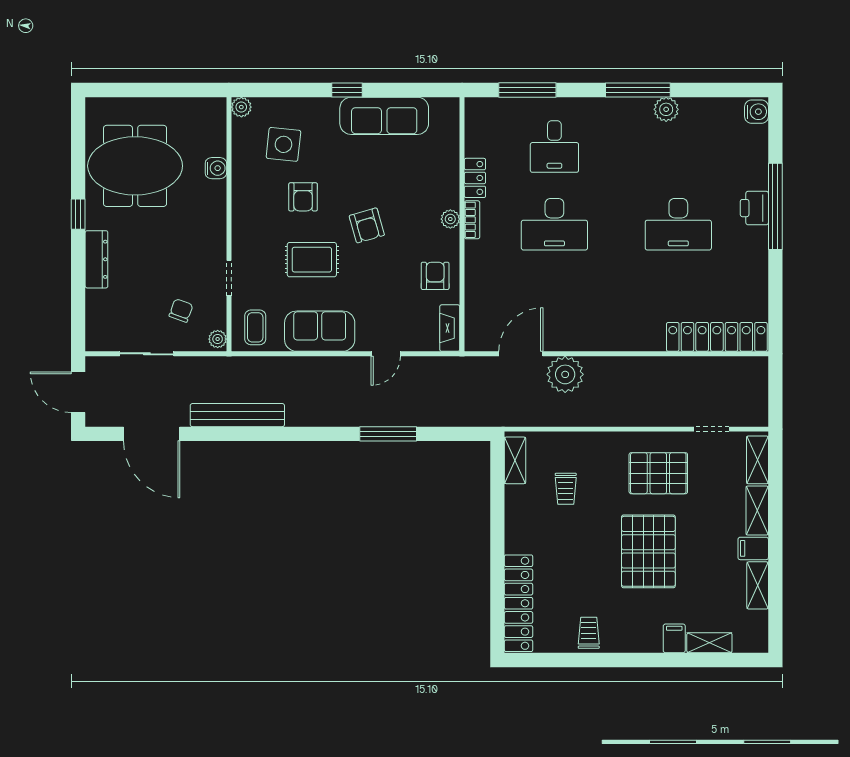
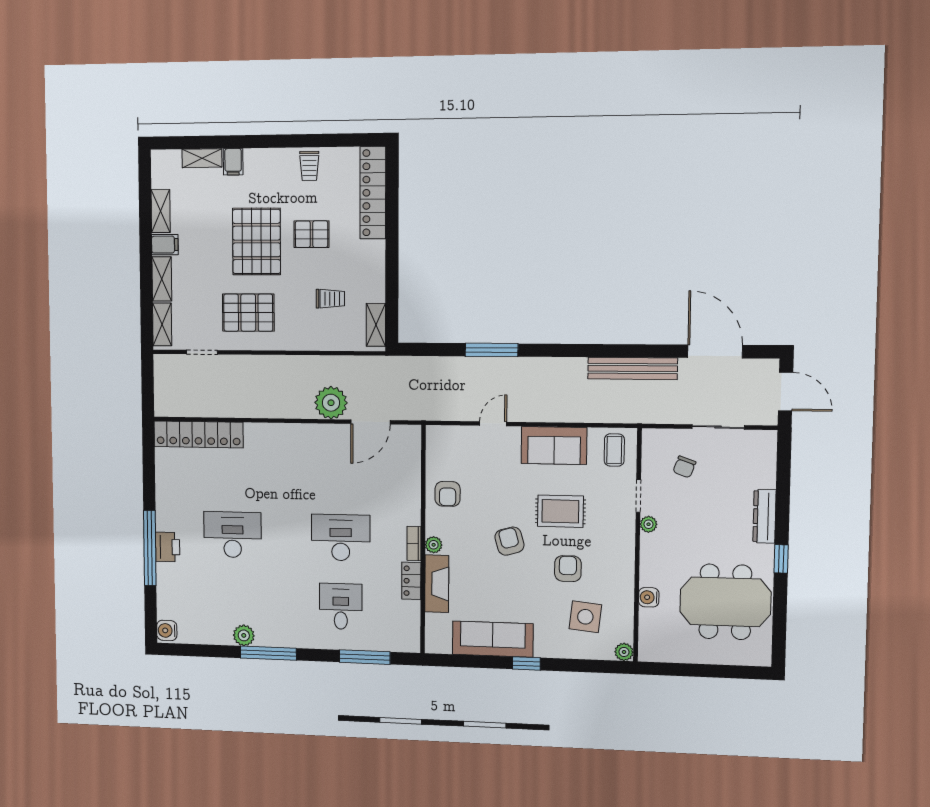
fireplace: (450, 328) -> (437, 584), moved, width x1.37, depth x1.32
plant: (218, 339) -> (649, 524), moved
trolley: (566, 489) -> (330, 299), turned 90
pallet: (587, 559) -> (311, 234), added

